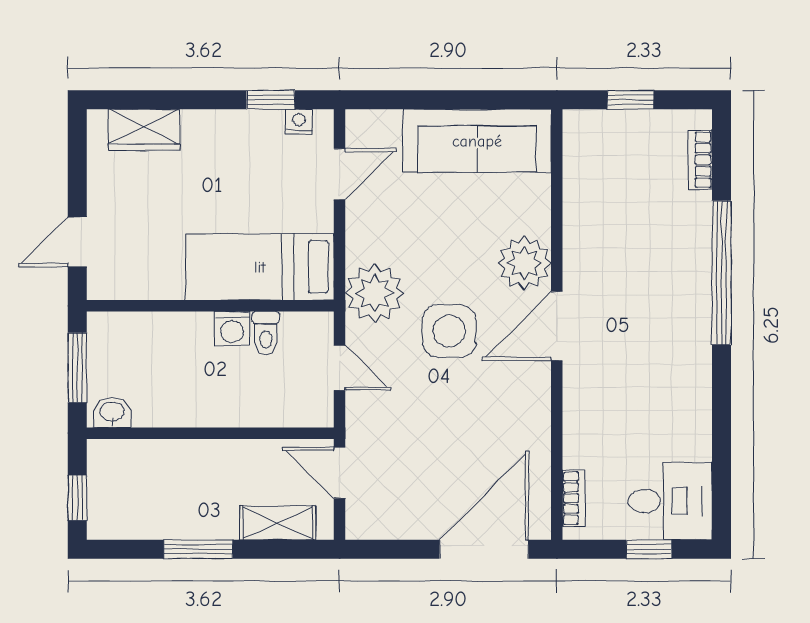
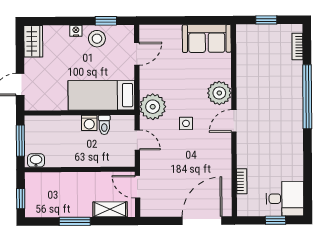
nightstand: (299, 122) -> (76, 31), moved
wardrobe: (144, 130) -> (33, 41), moved, turned -90
stool: (250, 140) -> (97, 39), added
sofa: (477, 141) -> (207, 38), width x0.73
door: (557, 326) -> (234, 121), width x0.73
side table: (449, 331) -> (186, 123), width x0.54, depth x0.54
bookcase: (574, 498) -> (242, 181), moved

